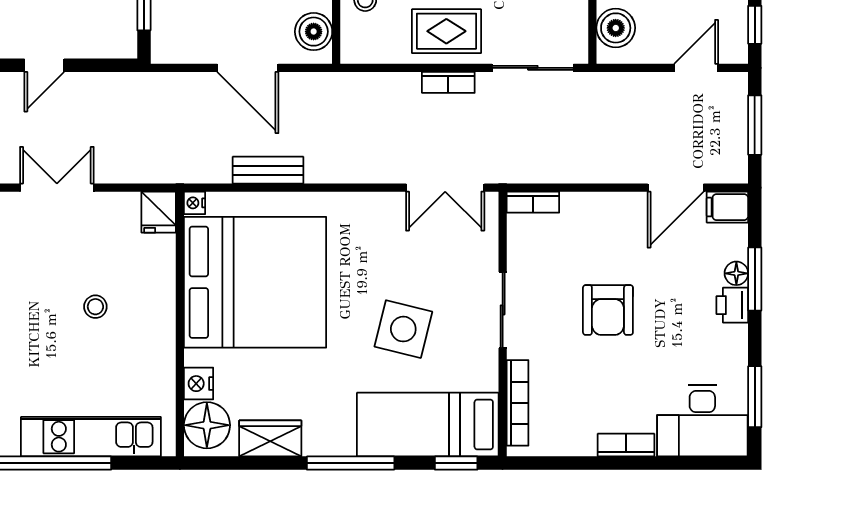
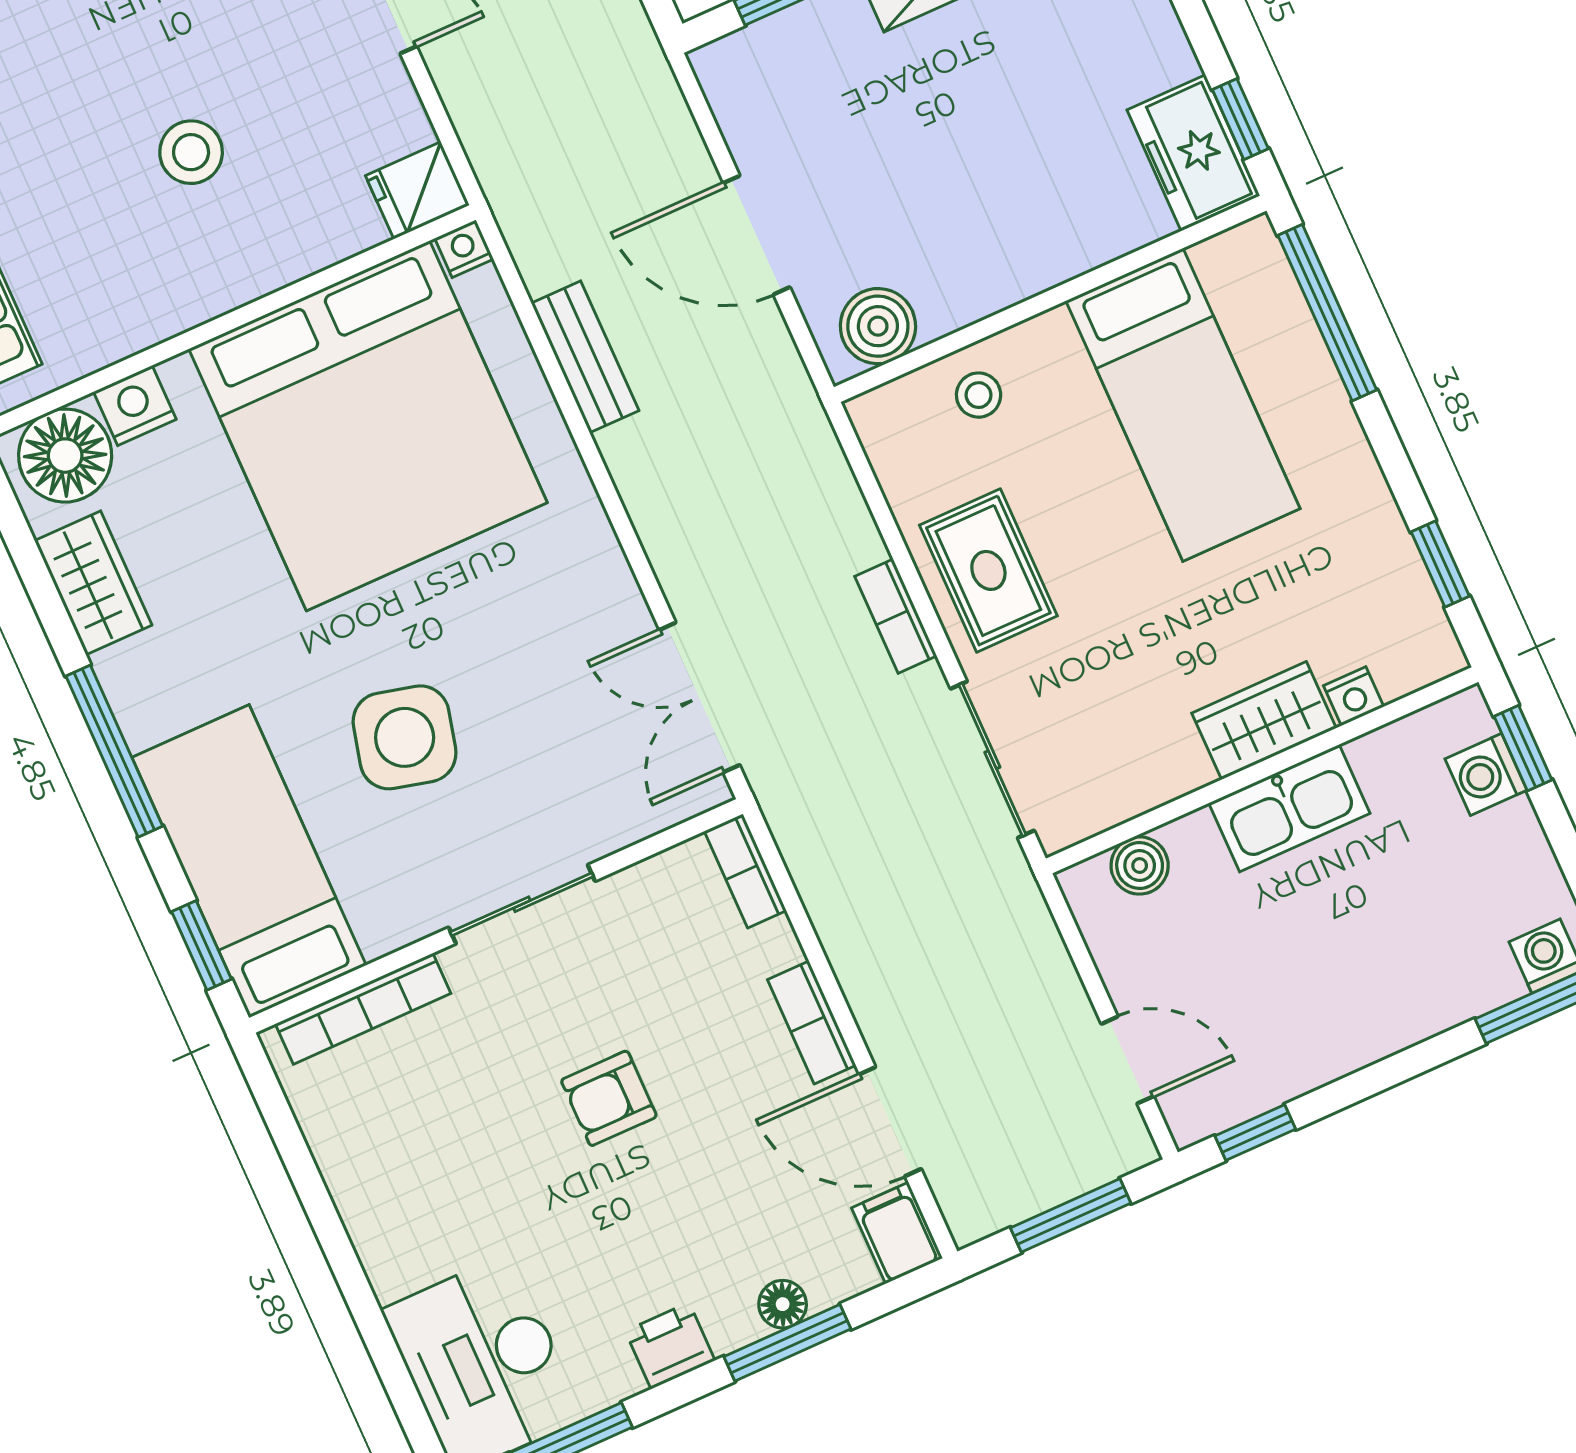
boiler: (616, 28) -> (1140, 866), width x0.73, depth x0.73
door: (248, 68) -> (757, 235), hinge flipped
printer: (732, 305) -> (670, 1346), moved
stool: (95, 307) -> (191, 152), width x1.37, depth x1.37
armchair: (608, 310) -> (609, 1098), width x0.72, depth x0.72
bookcase: (626, 445) -> (812, 1022), moved, turned 180

